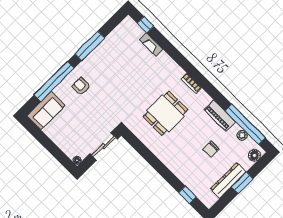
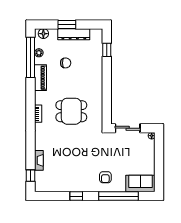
window: (90, 46) -> (76, 196), width x0.46

